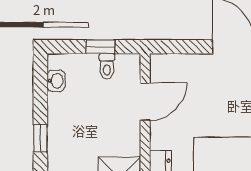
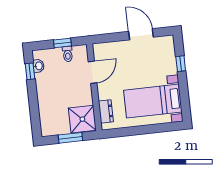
window: (40, 138) -> (30, 71), moved

